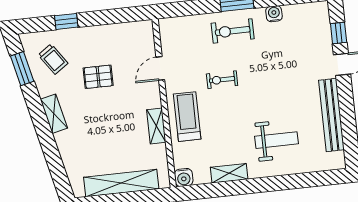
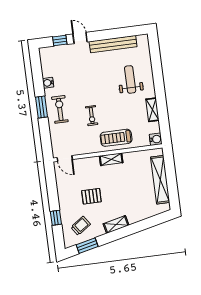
exercise bike: (233, 31) -> (60, 109), turned 180
door: (160, 68) -> (65, 159), moved
pallet: (98, 77) -> (91, 196), turned 90
shelving: (156, 126) -> (111, 159), moved

